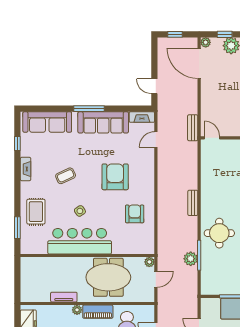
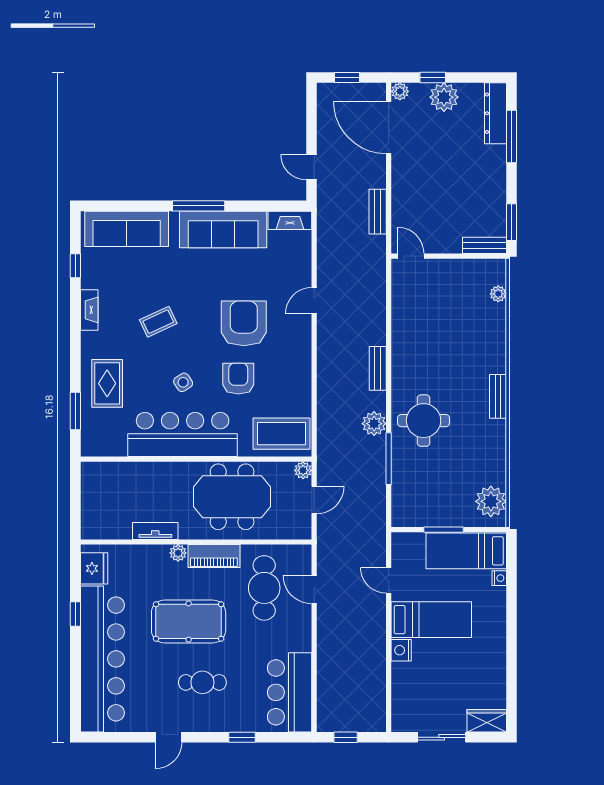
bench: (193, 128) -> (378, 212), moved
door: (156, 139) -> (314, 301), moved
armchair: (135, 214) -> (238, 379), moved
coffee table: (137, 241) -> (282, 434), added
plant: (191, 259) -> (374, 424), moved

